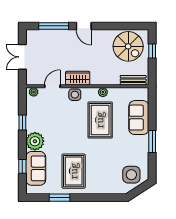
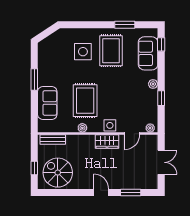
window: (54, 26) -> (131, 192), width x0.69
plant: (35, 141) -> (153, 84), width x0.53, depth x0.53
window: (22, 166) -> (161, 44), moved
side table: (131, 175) -> (83, 52), moved

